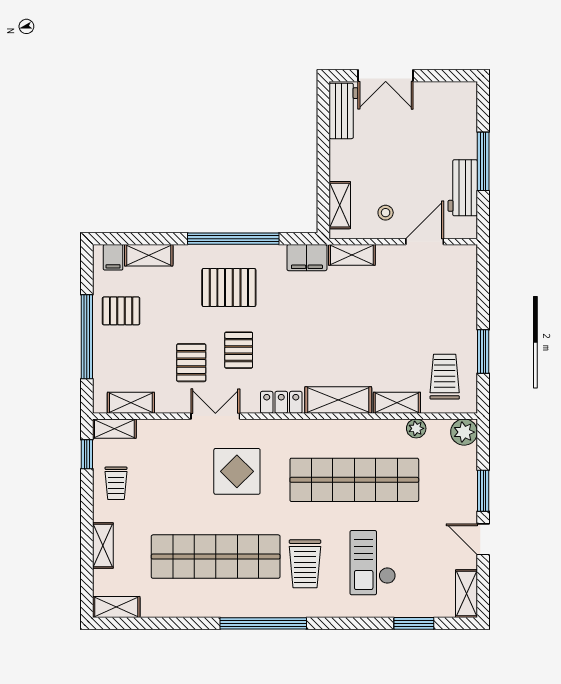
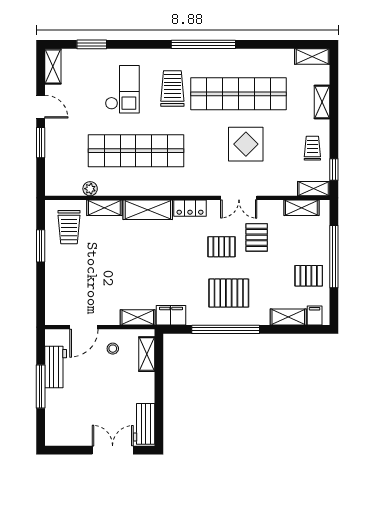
pallet: (239, 350) -> (221, 247), turned 90
plant: (464, 432) -> (55, 186), removed
display table: (237, 471) -> (246, 144), moved

